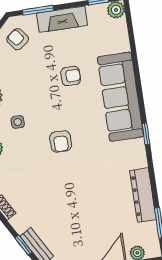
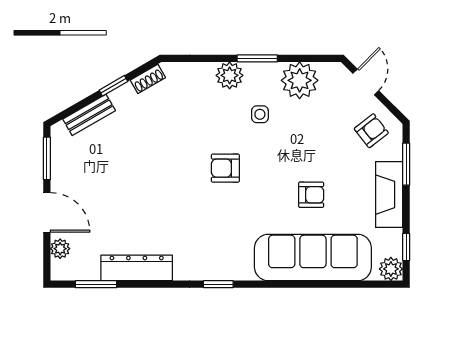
armchair: (71, 76) -> (311, 195), turned -90
sofa: (120, 97) -> (313, 258), moved
window: (23, 245) -> (113, 86), moved

